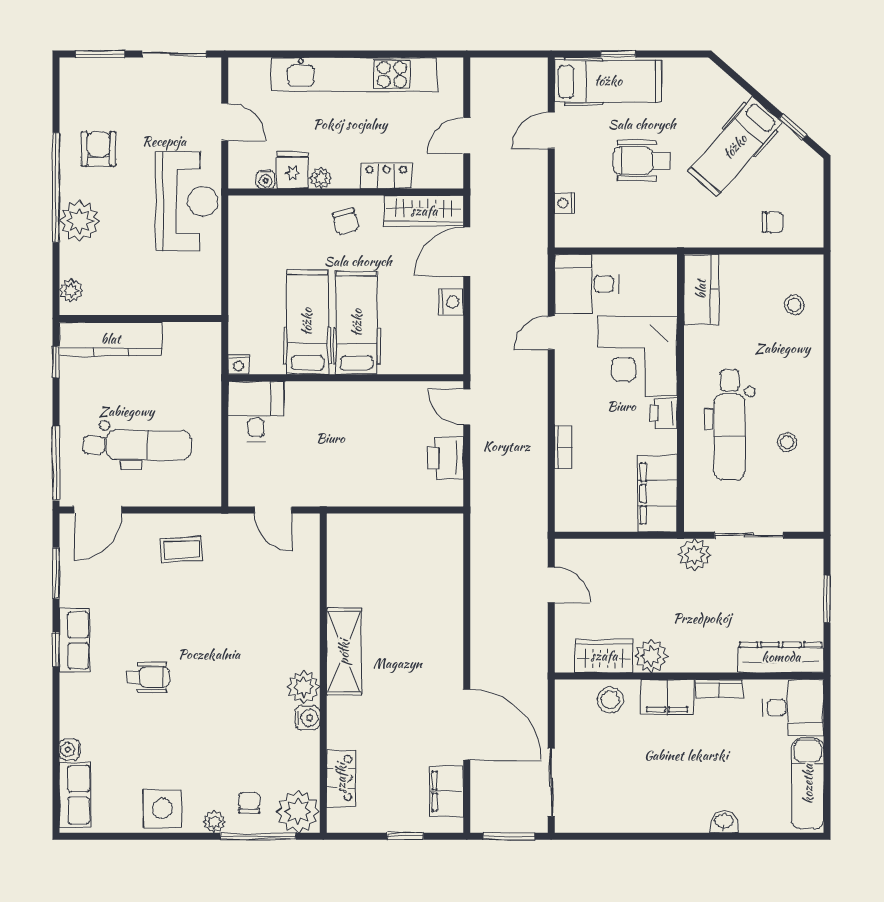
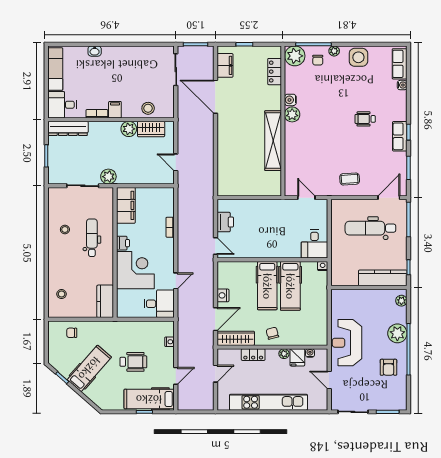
dental chair: (730, 425) -> (92, 238), width x0.73, depth x0.72
shelving: (344, 652) -> (273, 141), width x1.47
filing cabinet: (667, 697) -> (115, 110), width x0.50

